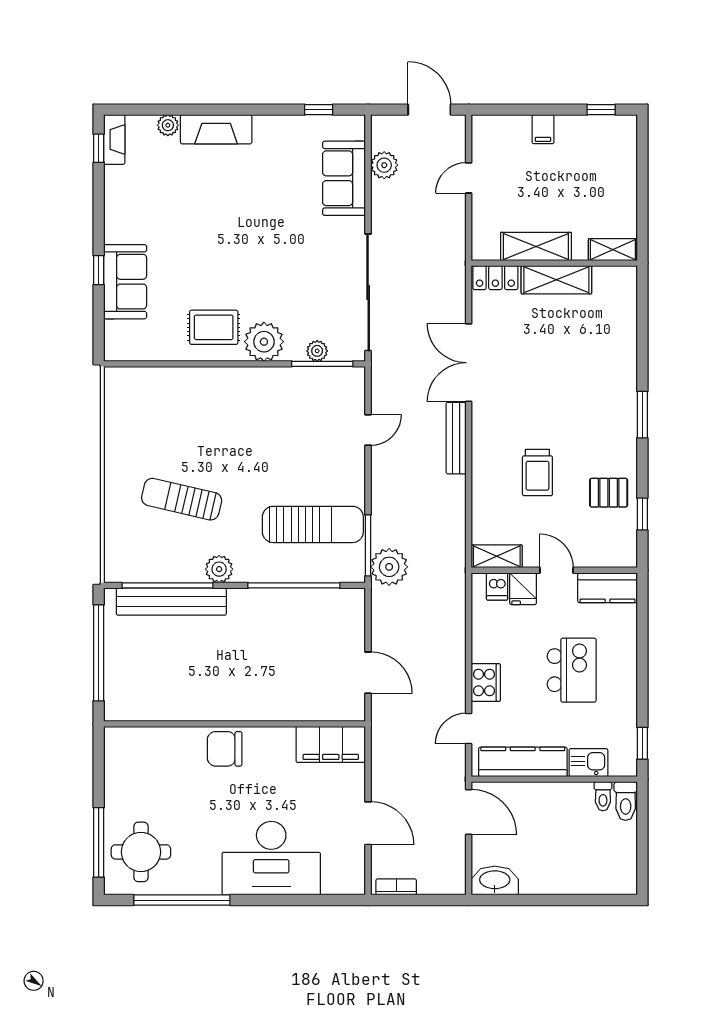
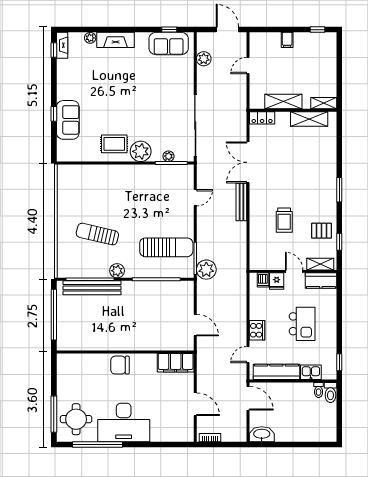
sofa: (344, 178) -> (169, 44), moved, turned -90
shelving: (556, 280) -> (309, 119), moved
shelving: (497, 556) -> (320, 264), moved
desk: (271, 858) -> (124, 422), moved

